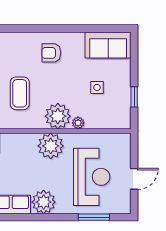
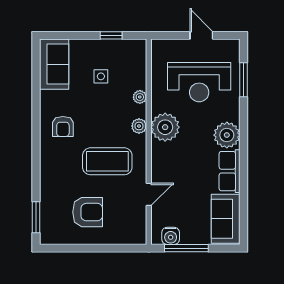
coffee table: (20, 93) -> (107, 161), width x1.36, depth x1.32
plant: (58, 116) -> (139, 126), width x0.53, depth x0.53
reception desk: (92, 177) -> (199, 82), turned 180

